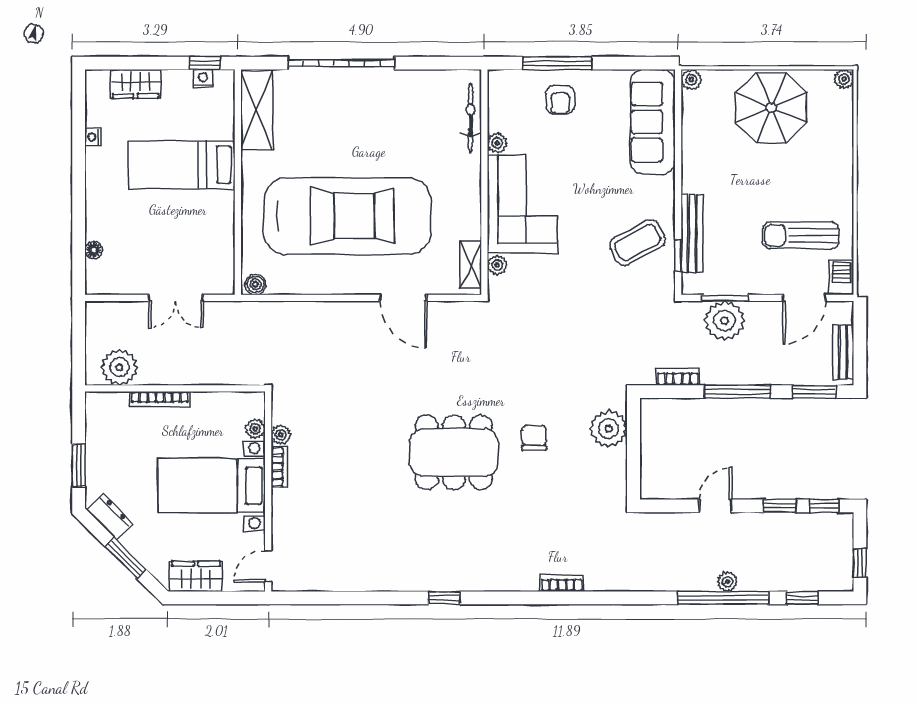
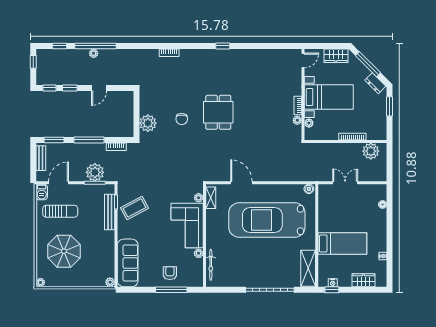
parasol: (771, 108) -> (64, 251), moved
dining table: (454, 452) -> (218, 112), width x0.73
window: (126, 558) -> (368, 64), width x1.44

